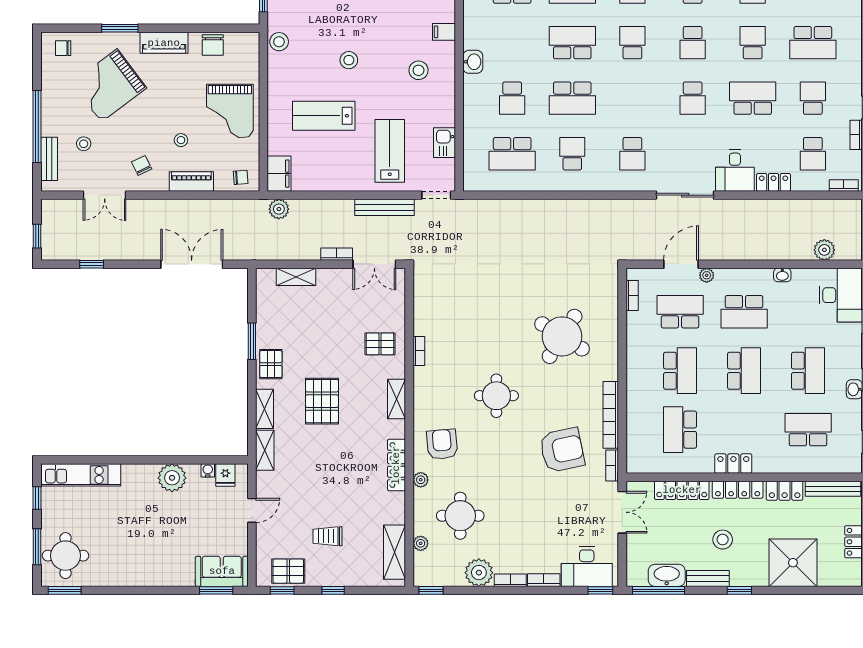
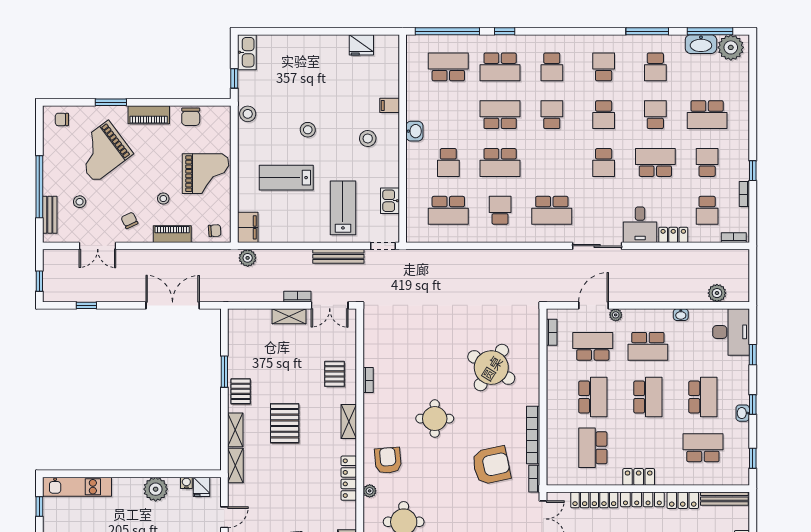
grand piano: (230, 111) -> (205, 174), turned -90
school desk: (632, 154) -> (552, 210), width x1.85
shelving: (296, 277) -> (289, 316), moved
pallet: (380, 344) -> (335, 374), turned 90

